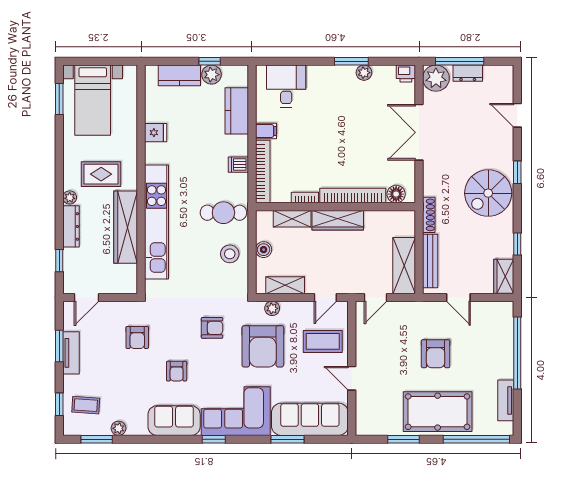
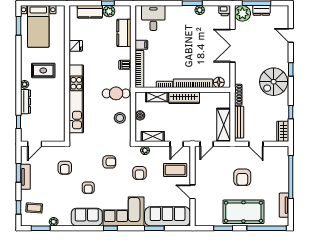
wardrobe: (126, 227) -> (58, 102), removed
armchair: (263, 346) -> (139, 173), width x0.53, depth x0.53

